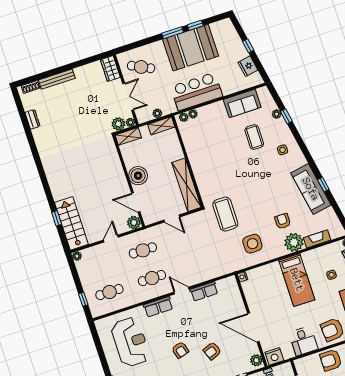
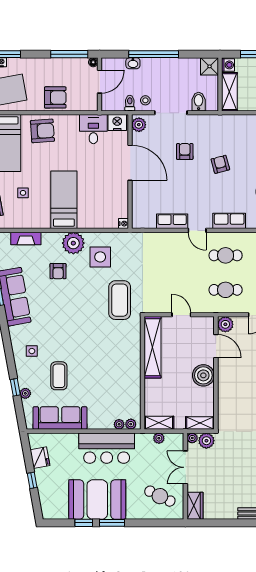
sofa: (242, 103) -> (60, 418), width x1.36
plant: (294, 242) -> (73, 243), moved
desk: (303, 341) -> (93, 129), moved
armchair: (212, 351) -> (185, 151), turned -69

